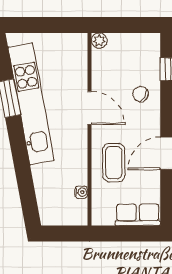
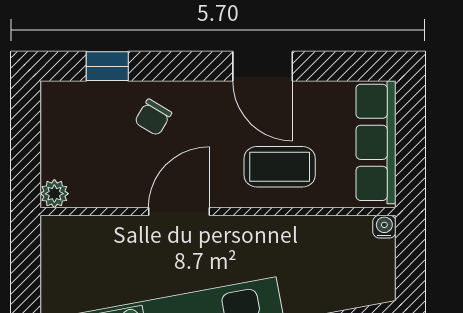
water cooler: (81, 192) -> (384, 227), moved
row of seats: (138, 215) -> (376, 142), width x1.48

